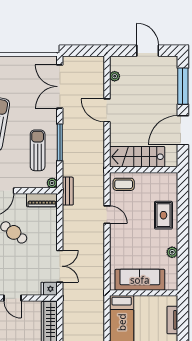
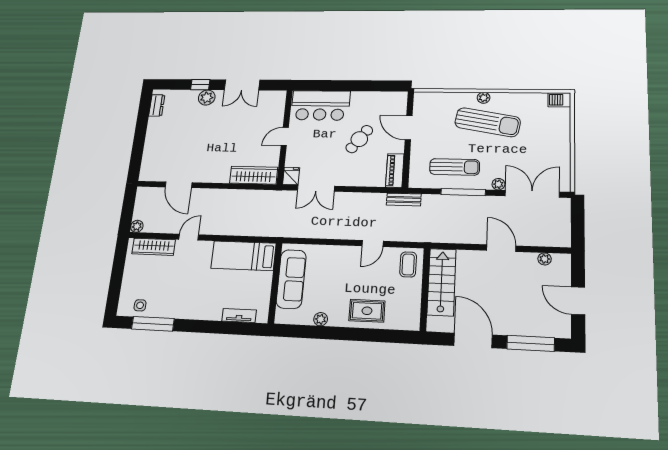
door: (148, 51) -> (578, 301), swing flipped
door: (107, 110) -> (501, 248), hinge flipped
plant: (52, 183) -> (498, 184), moved

